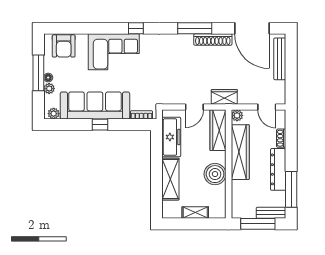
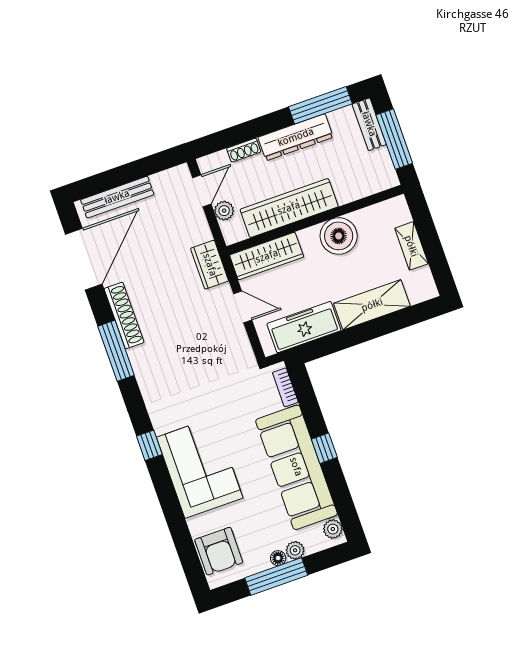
armchair: (64, 46) -> (219, 551), turned 90
plant: (237, 115) -> (224, 211), moved

